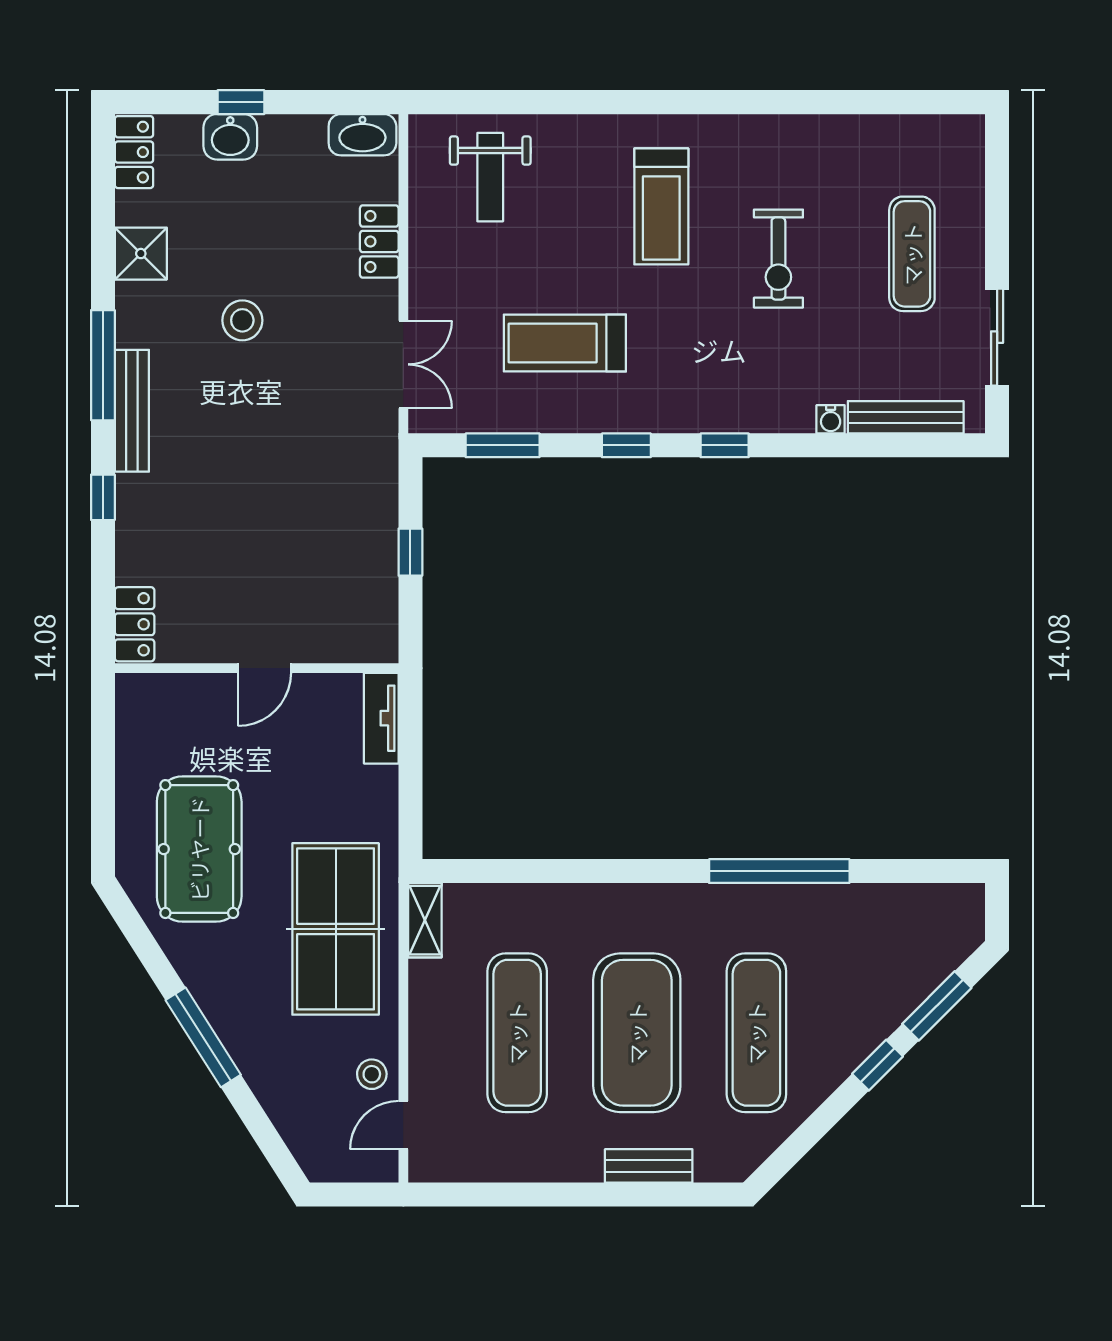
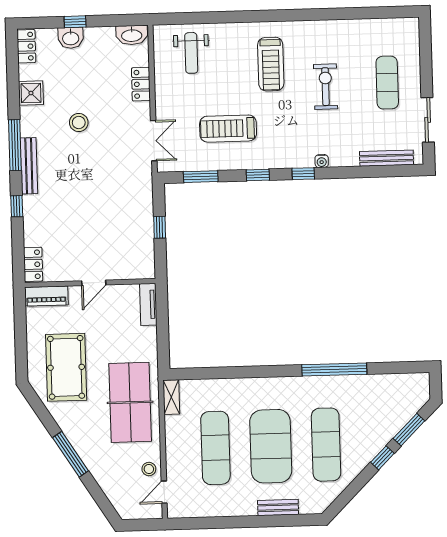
exercise bike: (778, 259) -> (326, 87), turned 180
water cooler: (831, 419) -> (322, 161), moved
piano: (161, 694) -> (46, 296), added

